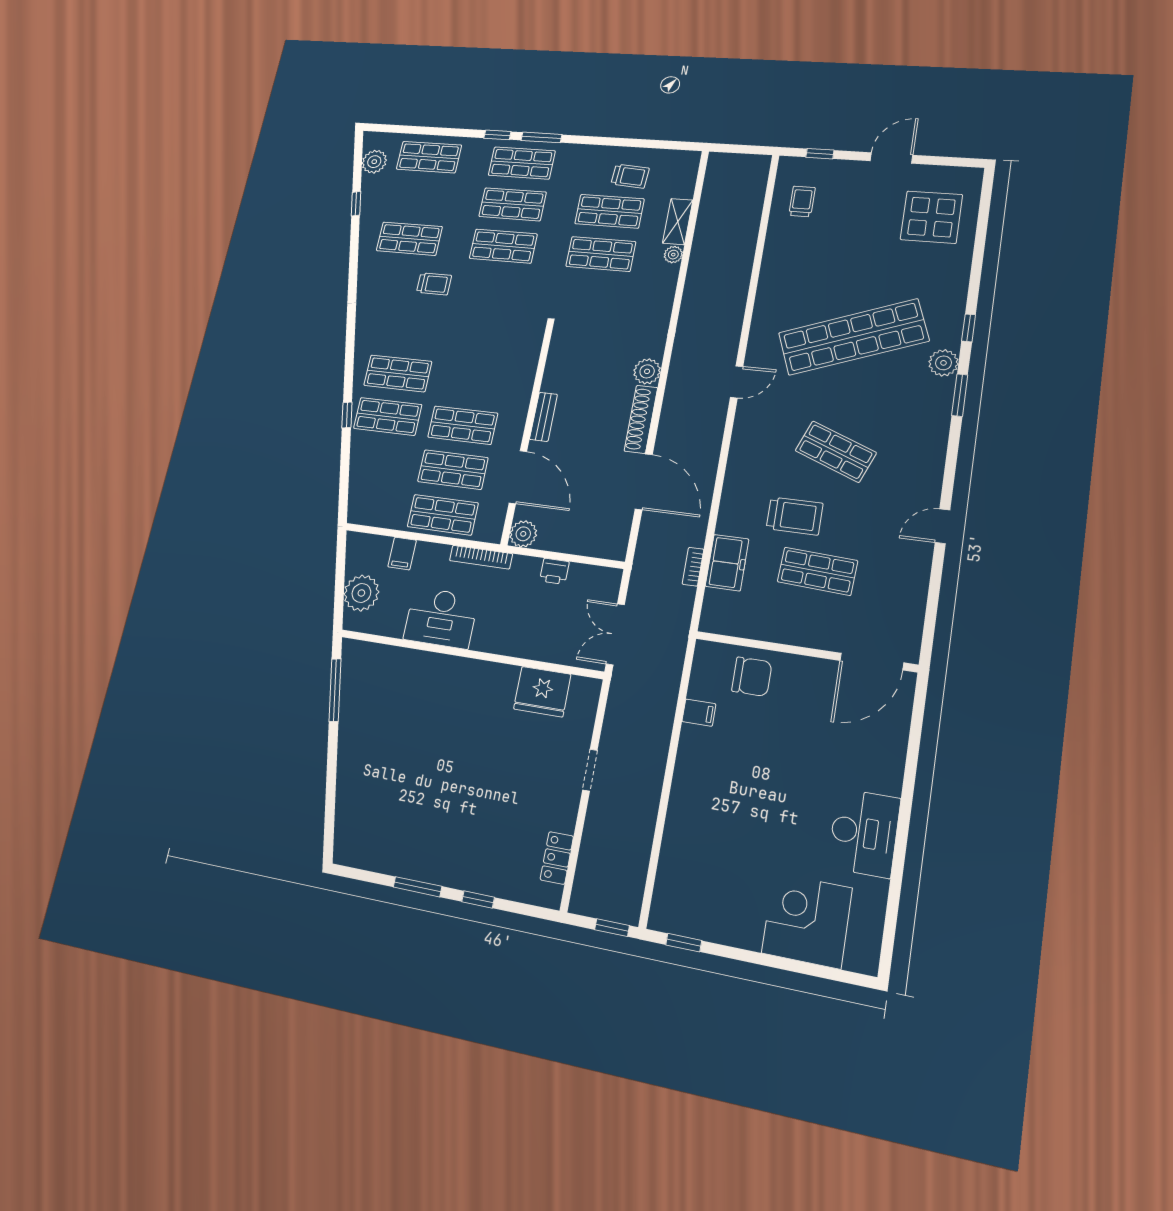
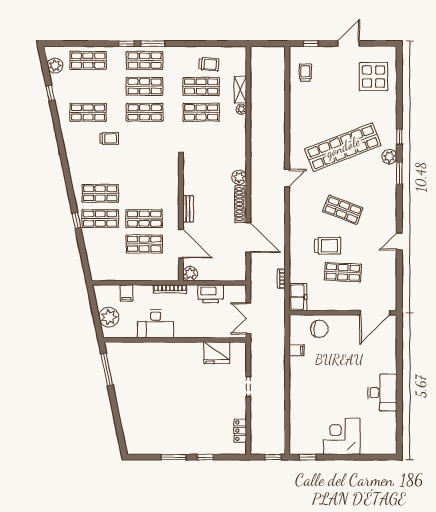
shop shelf: (443, 515) -> (144, 269), removed
freezer: (727, 563) -> (298, 297), moved
printer: (554, 571) -> (211, 294), width x1.87, depth x1.48
corner desk: (807, 920) -> (342, 436), moved

